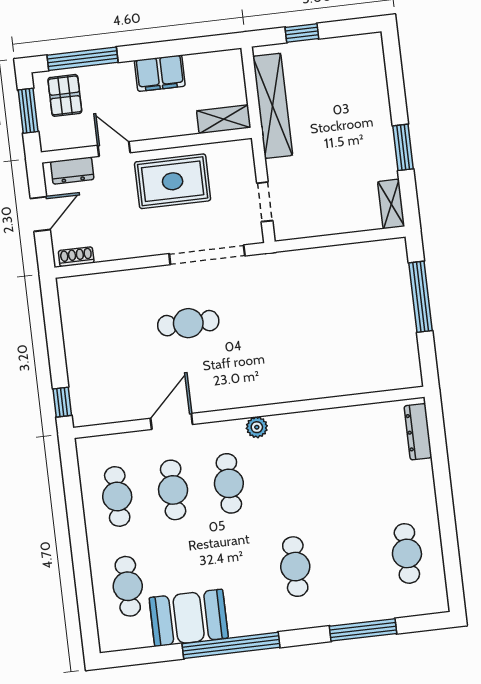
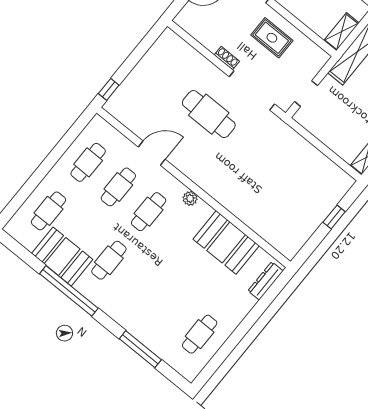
shelving: (224, 119) -> (341, 32), moved, turned 90
rug: (173, 181) -> (272, 38), width x0.73, depth x0.70
shoe rack: (76, 257) -> (227, 58), moved
window: (421, 297) -> (334, 217), width x0.46
cafe table: (188, 323) -> (209, 114), width x1.37, depth x1.35
booth: (339, 434) -> (226, 242), added
cafe table: (295, 567) -> (109, 260), moved

